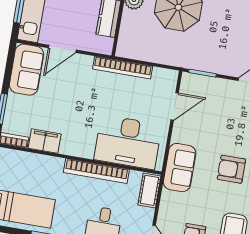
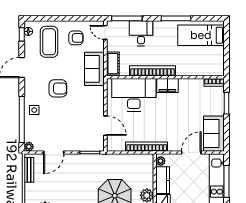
plant: (107, 44) -> (161, 161), added
door: (175, 106) -> (105, 126), swing flipped
filing cabinet: (45, 141) -> (167, 85), moved
sofa: (180, 168) -> (94, 69), moved

